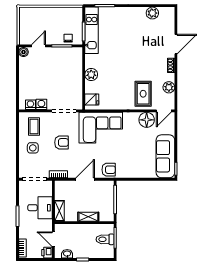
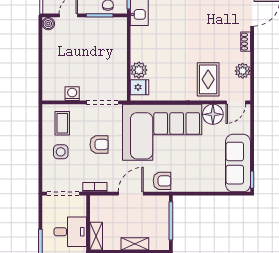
plant: (91, 75) -> (139, 70), moved
washing machine: (30, 105) -> (57, 94), removed
corner sofa: (101, 128) -> (162, 132), width x1.36, depth x1.36

